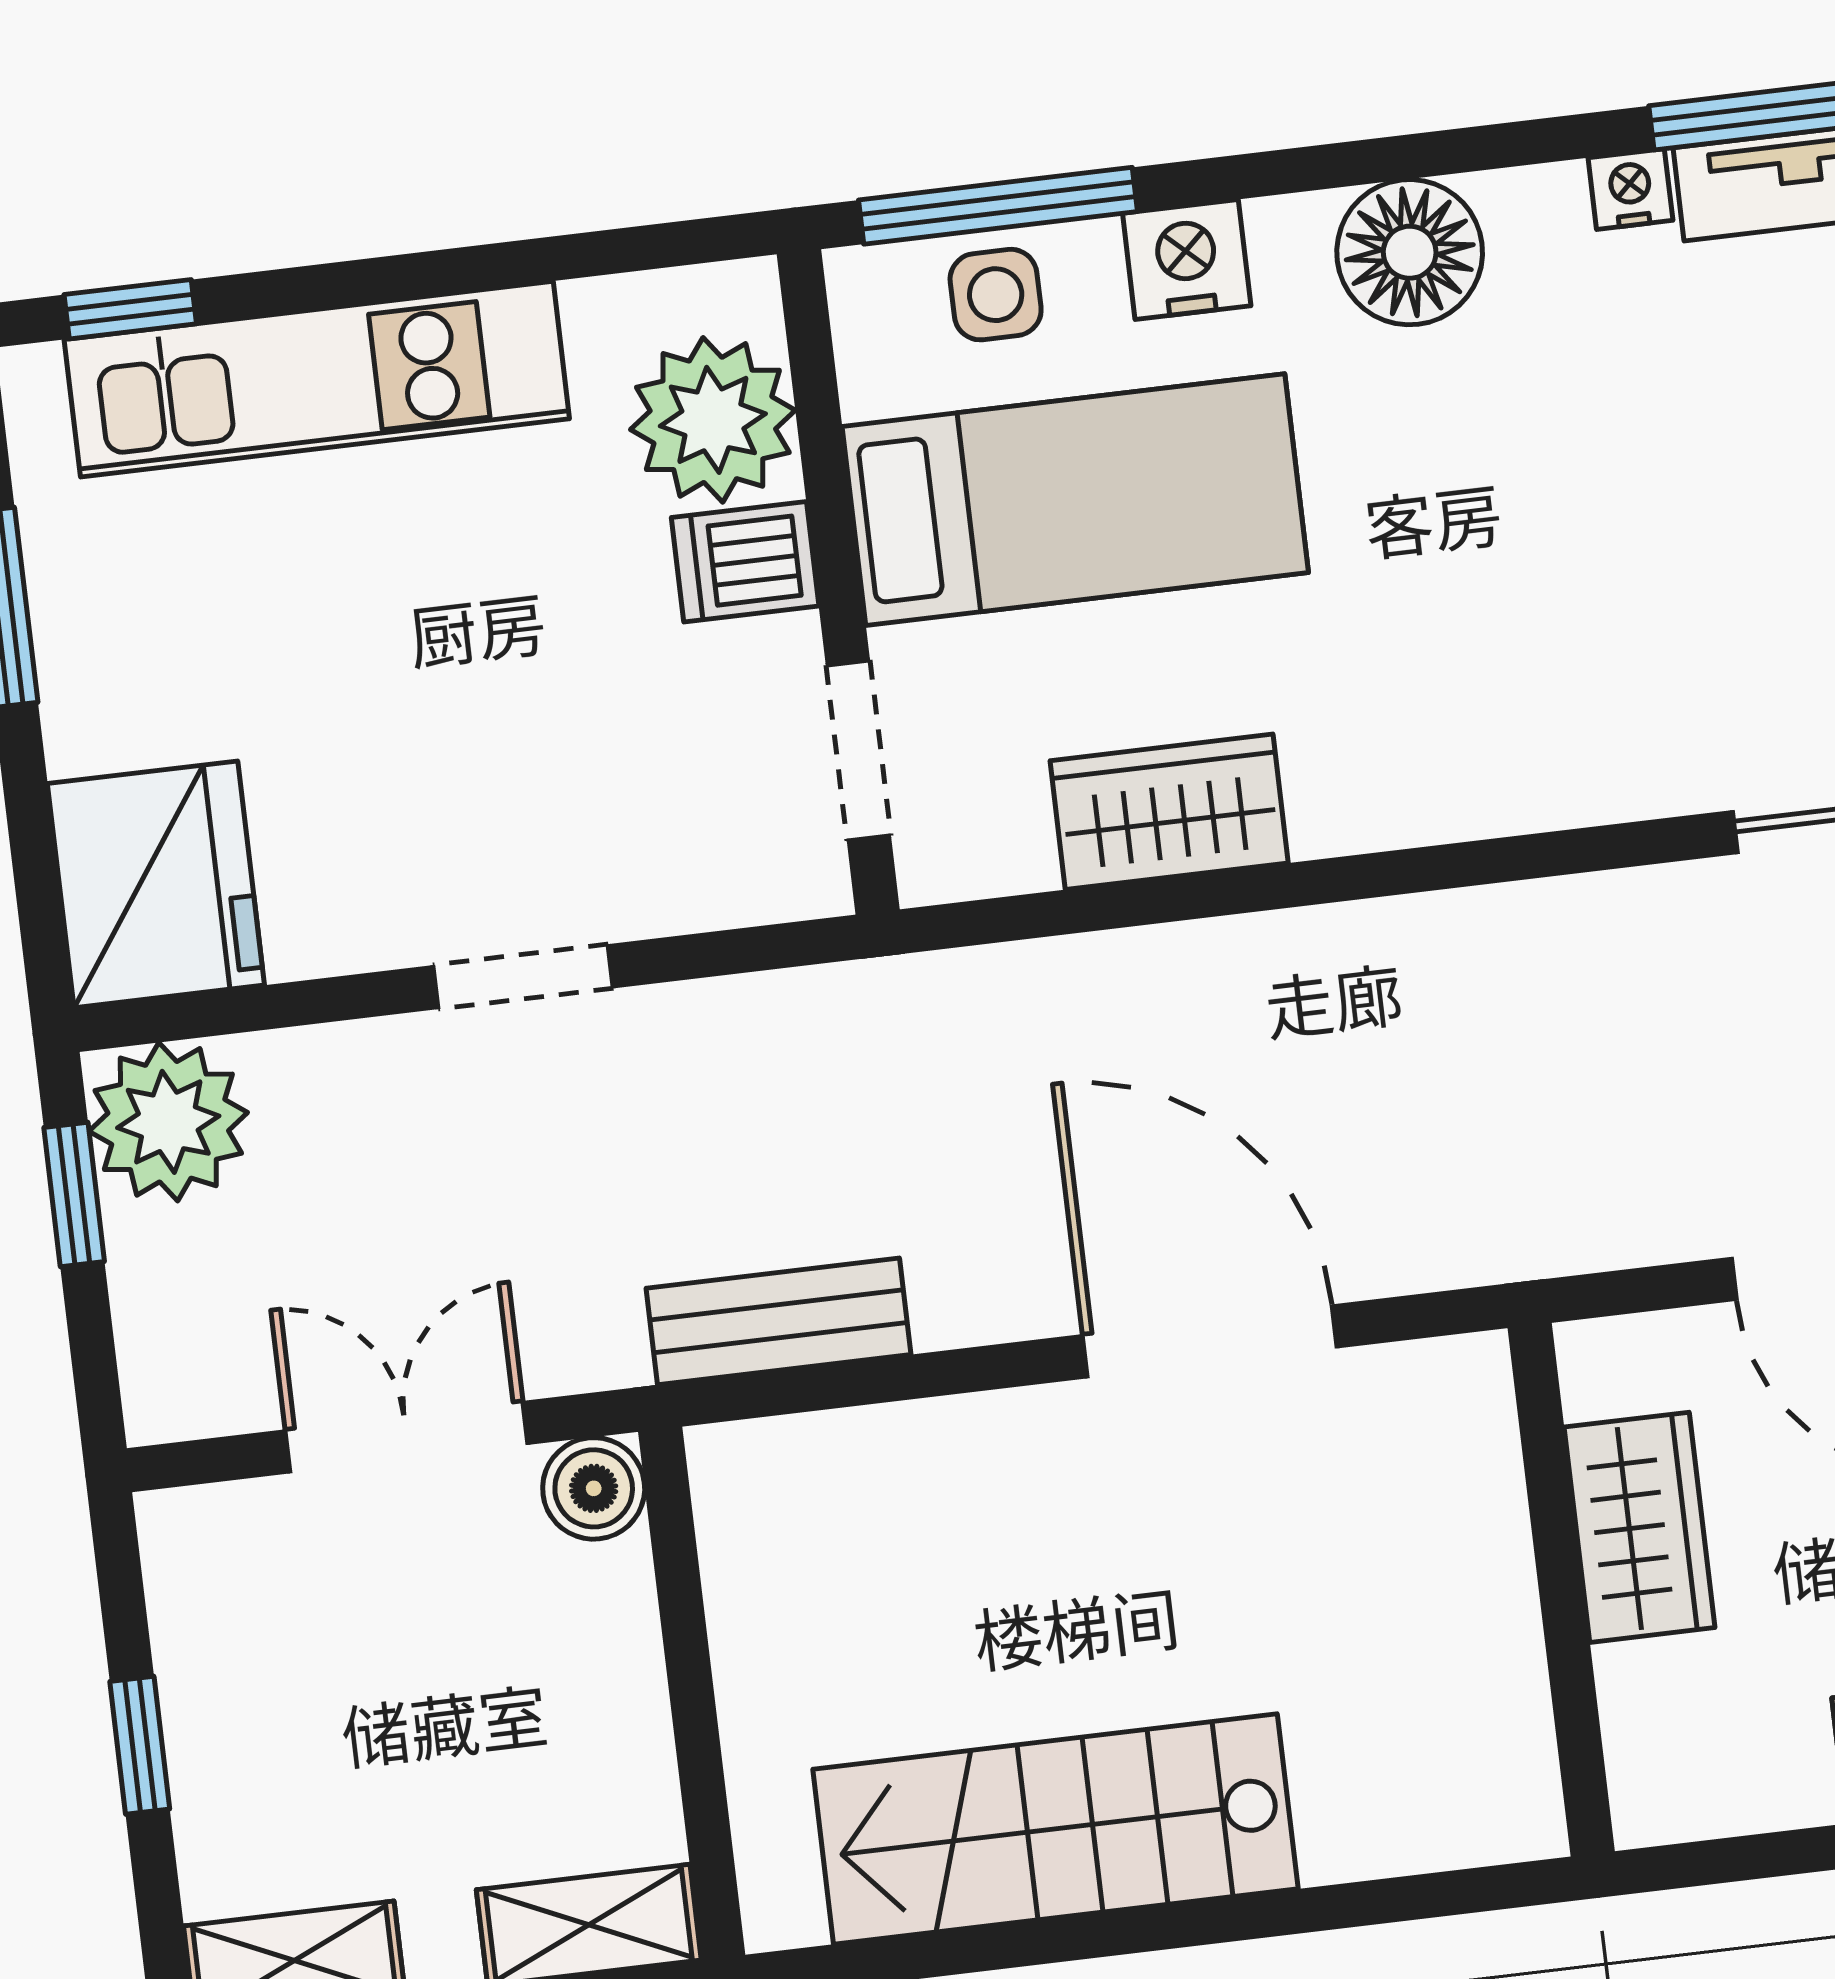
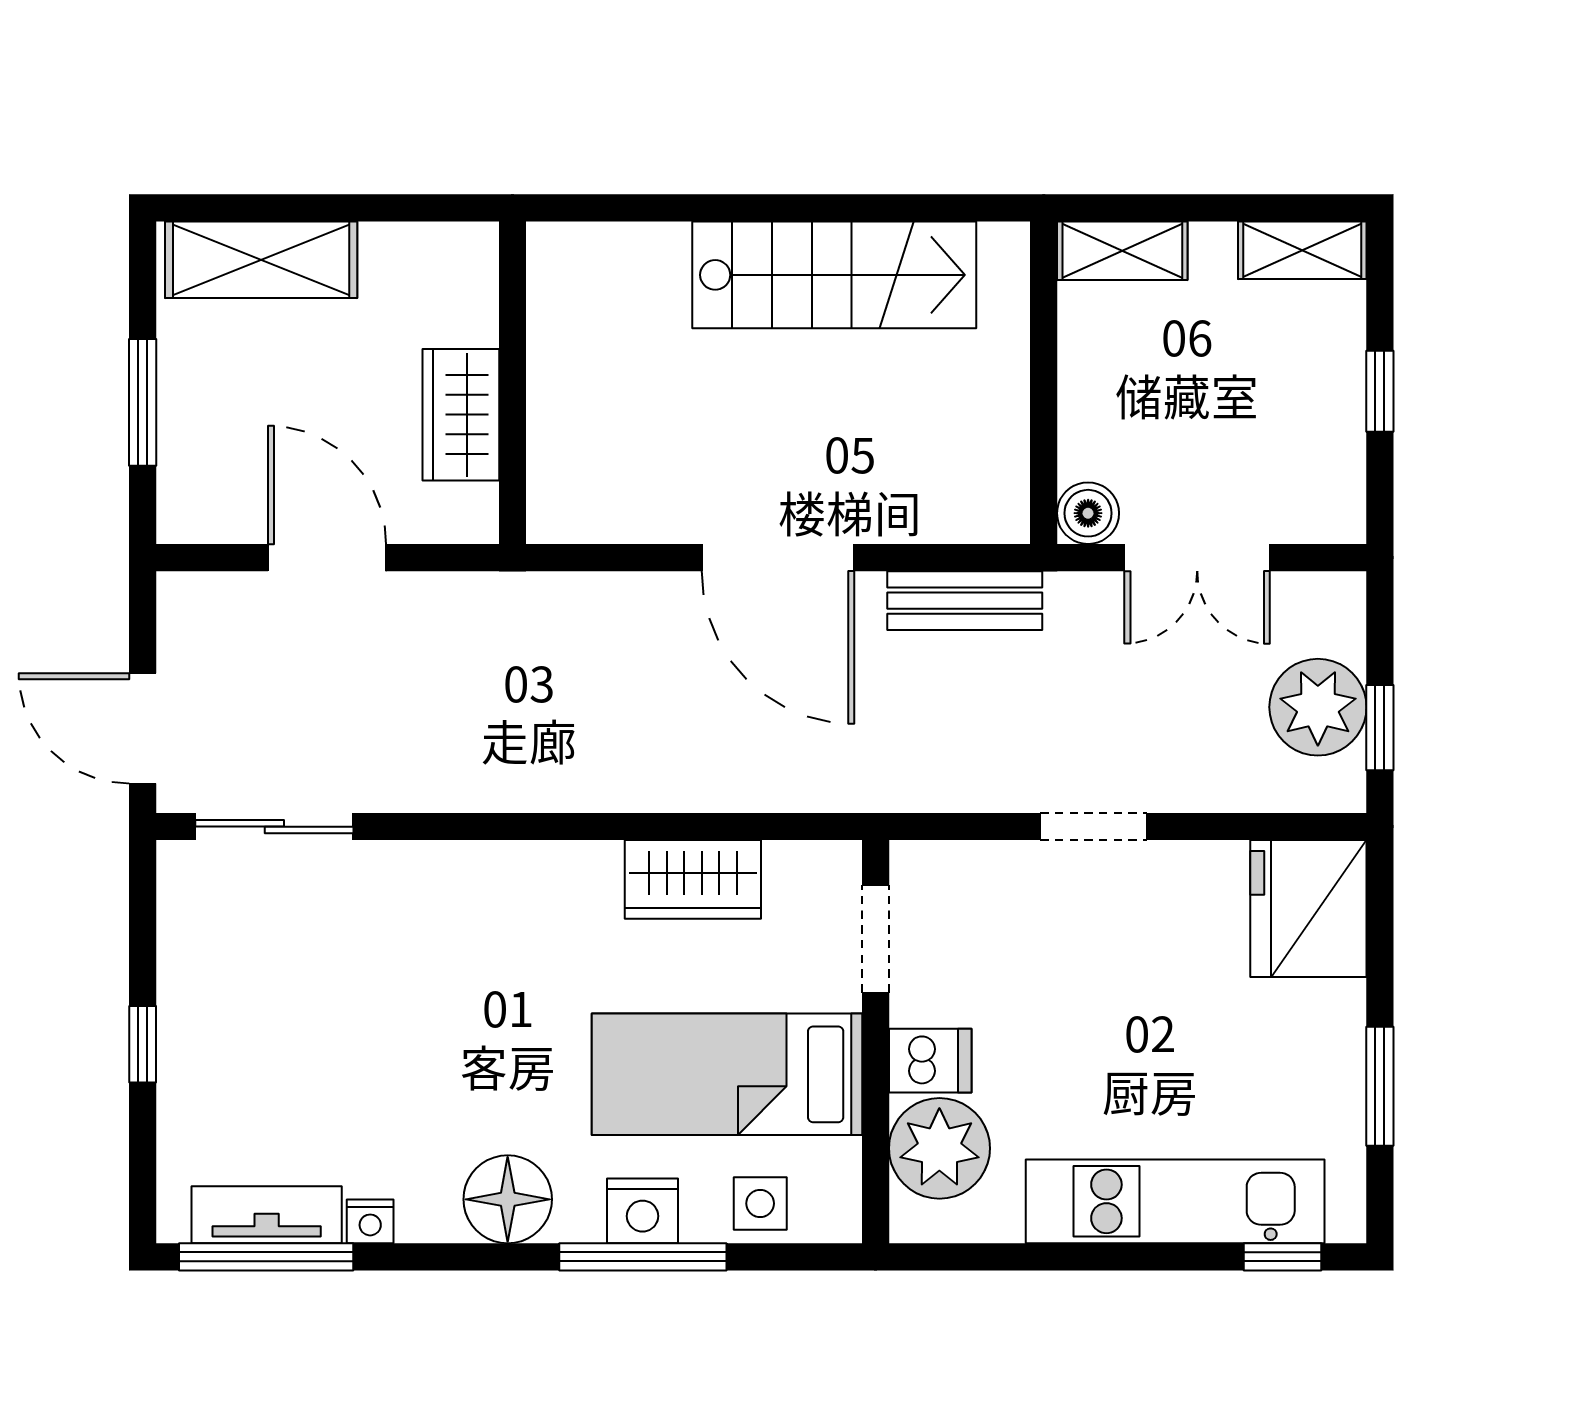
window: (998, 206) -> (643, 1257), moved
plant: (168, 1122) -> (1318, 707), moved
door: (1210, 1341) -> (778, 558), moved

